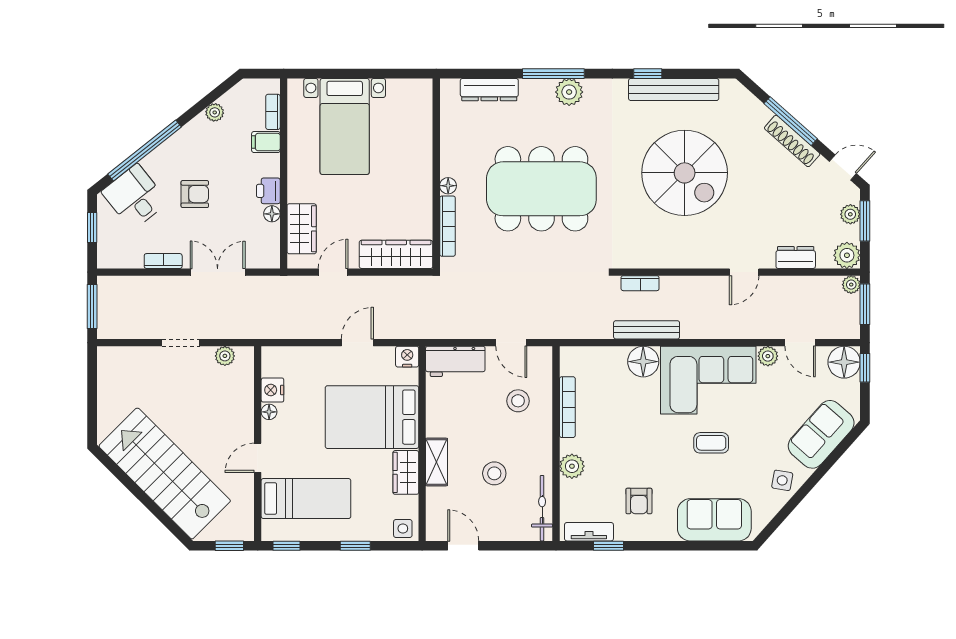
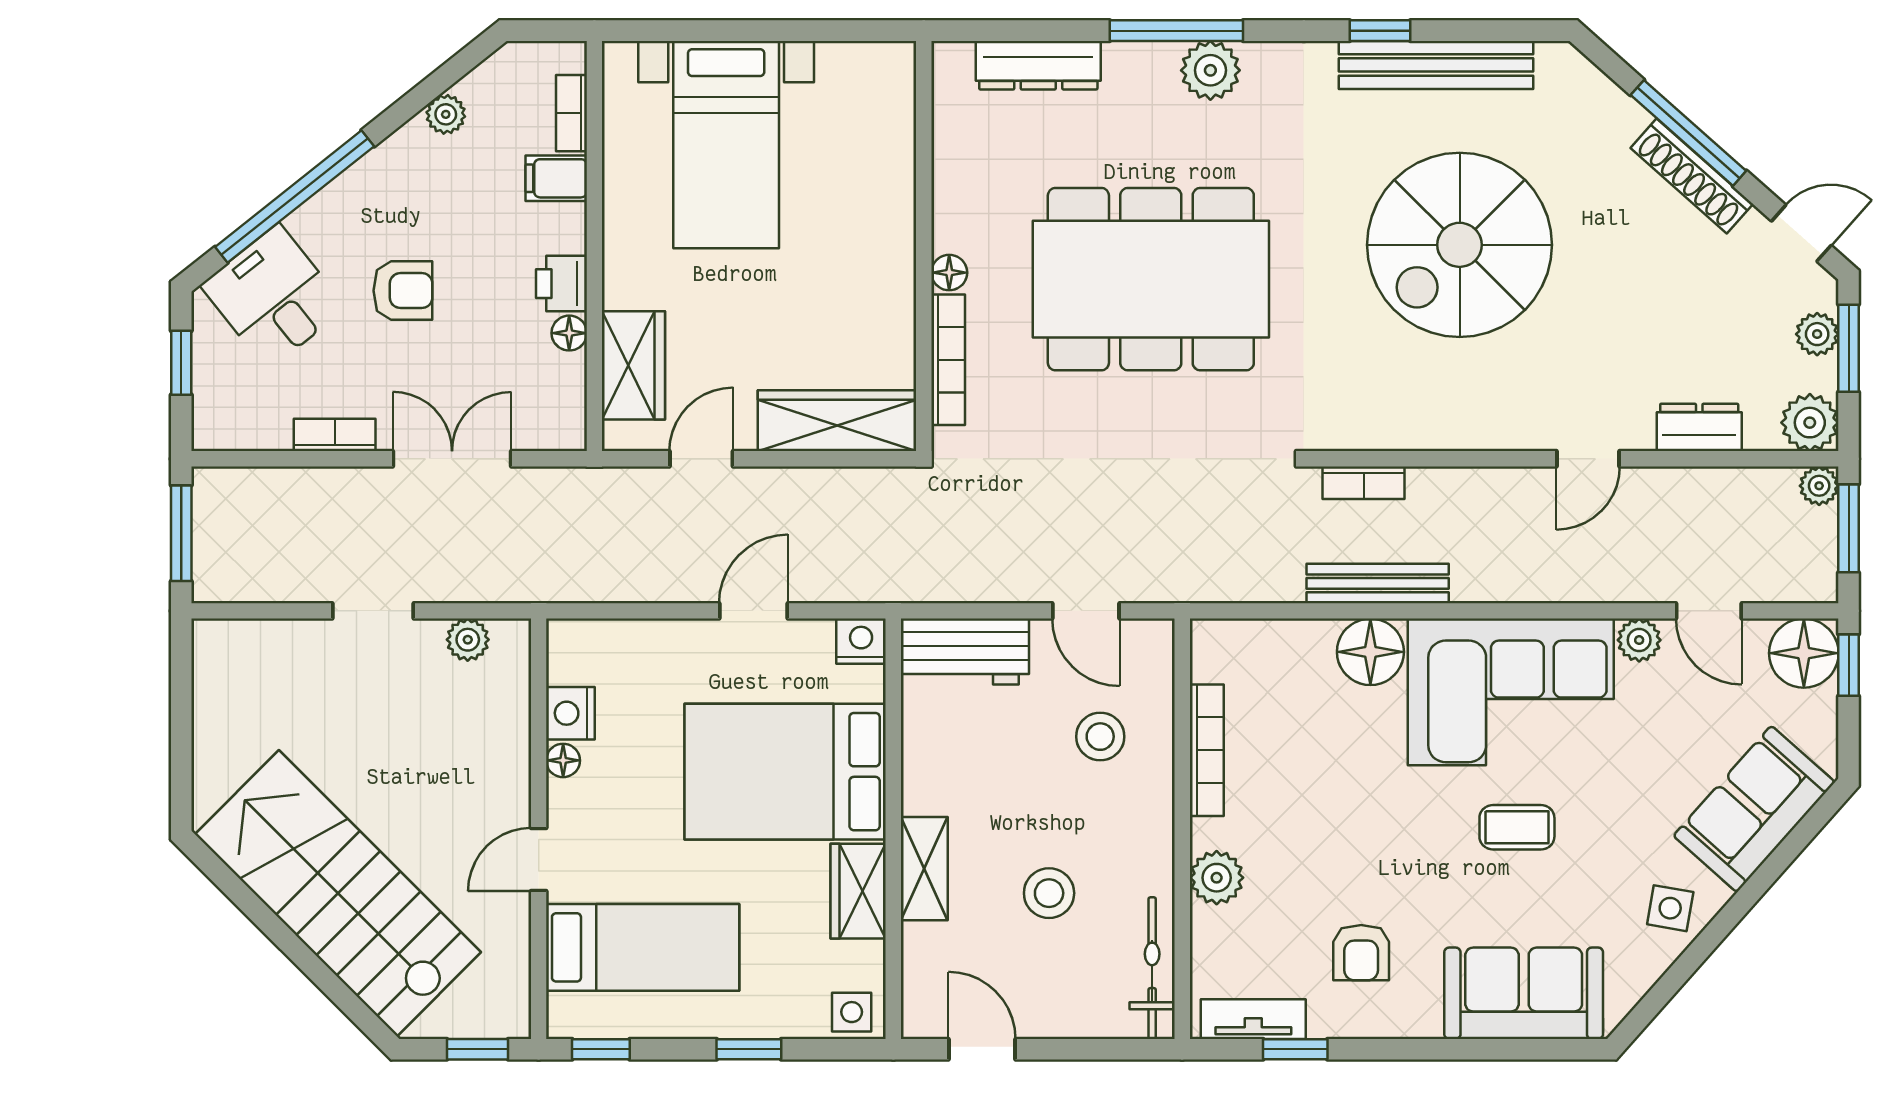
spiral stairs: (685, 173) -> (1460, 245), turned 90

